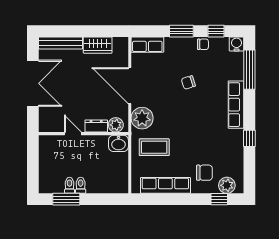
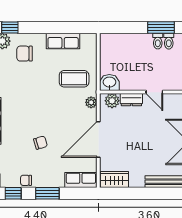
wardrobe: (98, 45) -> (114, 180), moved
door: (130, 86) -> (98, 139), swing flipped
plant: (142, 118) -> (91, 102), width x0.53, depth x0.53
toilet: (81, 185) -> (169, 41), moved
row of seats: (165, 185) -> (63, 41), width x0.68

